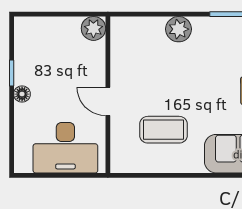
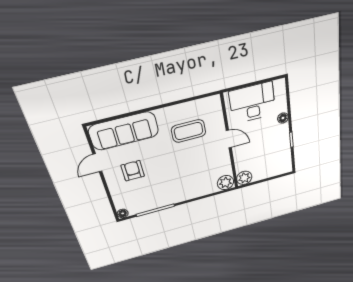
plant: (179, 29) -> (225, 183), moved
floor lamp: (22, 94) -> (283, 118), moved

